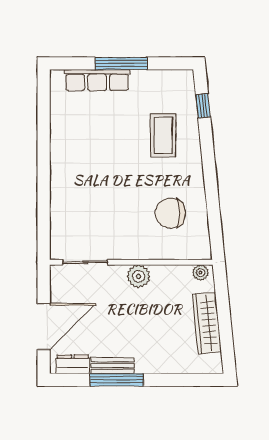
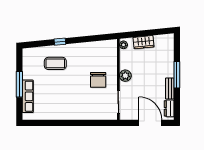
window: (203, 106) -> (60, 42), moved
chair: (170, 213) -> (98, 80), moved
wardrobe: (207, 323) -> (144, 42), width x0.67
window: (117, 380) -> (177, 75), moved

